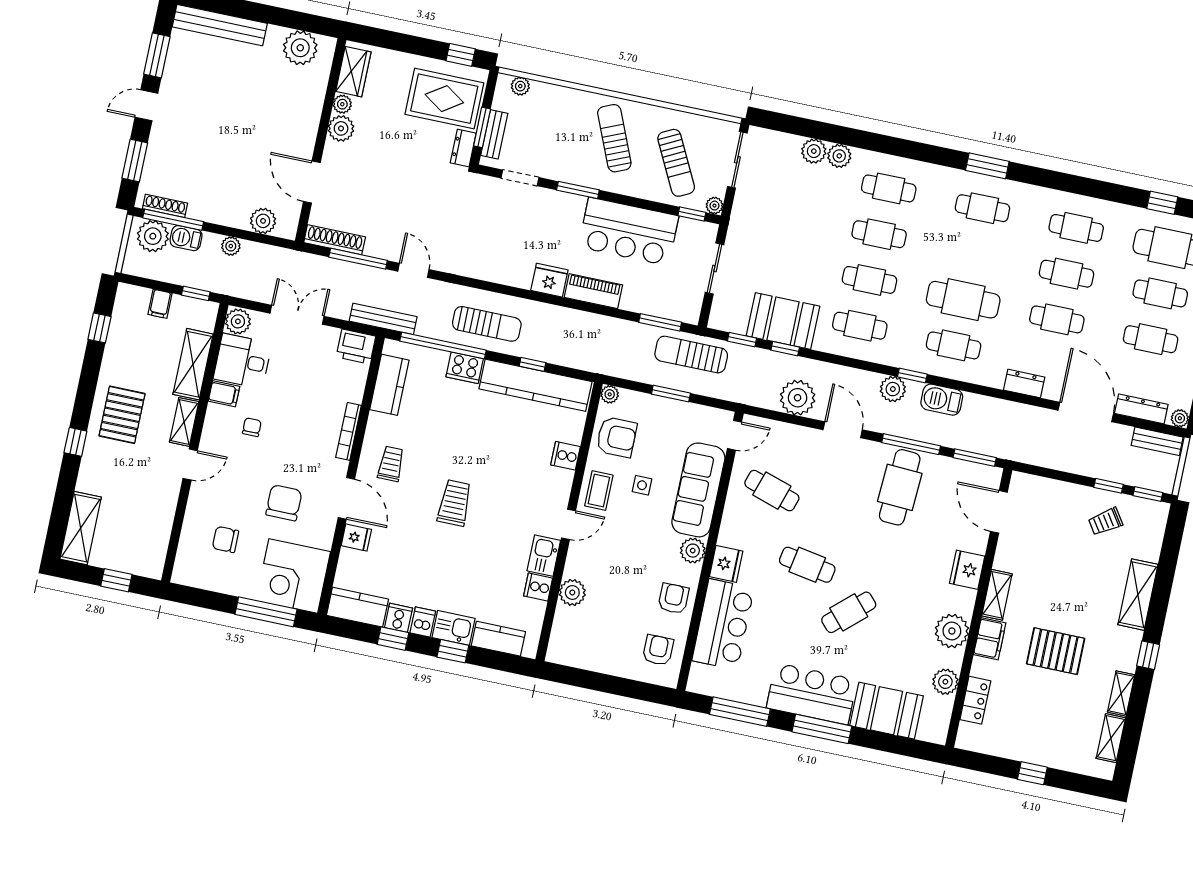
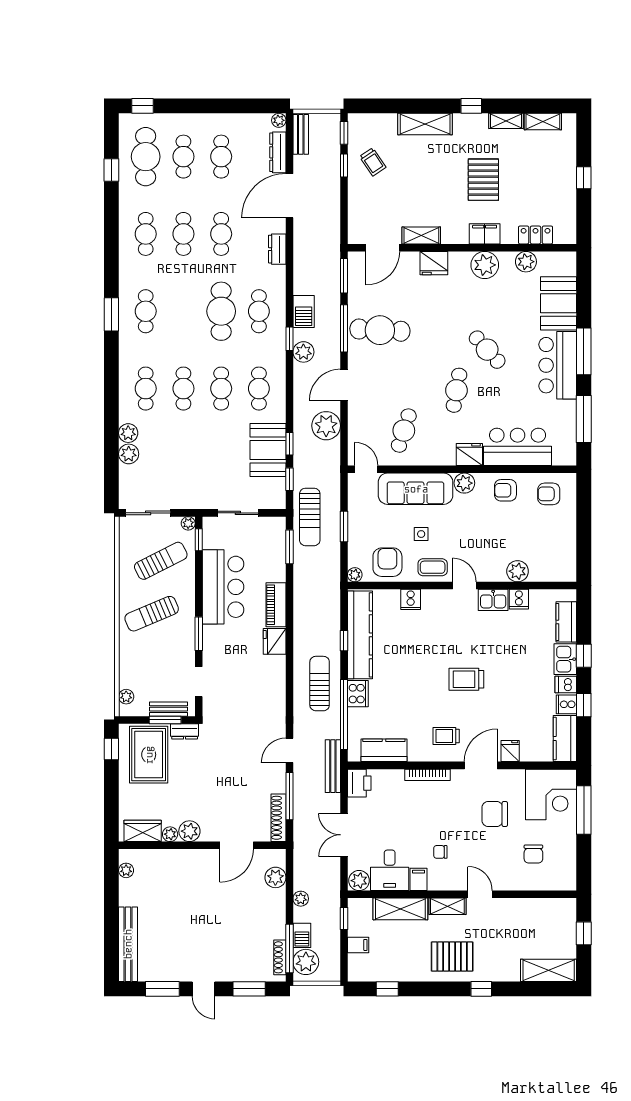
plant: (300, 48) -> (126, 870), width x0.53, depth x0.53
shelving: (997, 595) -> (421, 235), moved

